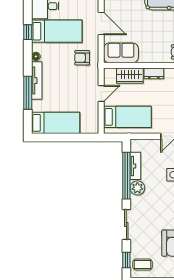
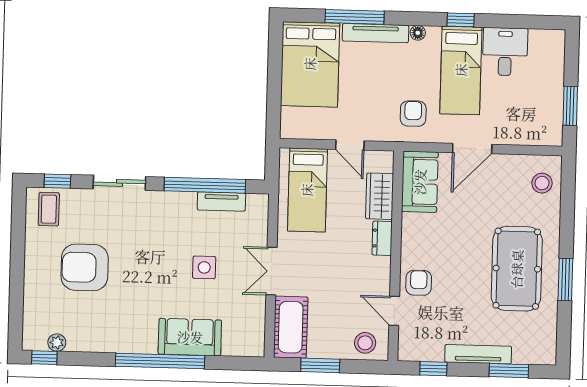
bed: (56, 123) -> (310, 64), width x1.50
plant: (137, 188) -> (183, 204), removed

